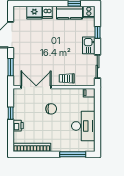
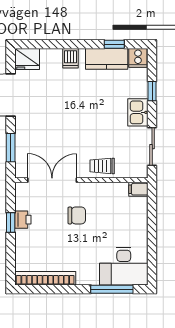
fridge: (34, 13) -> (27, 59), moved
printer: (18, 126) -> (23, 220), moved
desk: (83, 126) -> (124, 266), moved, turned 90

